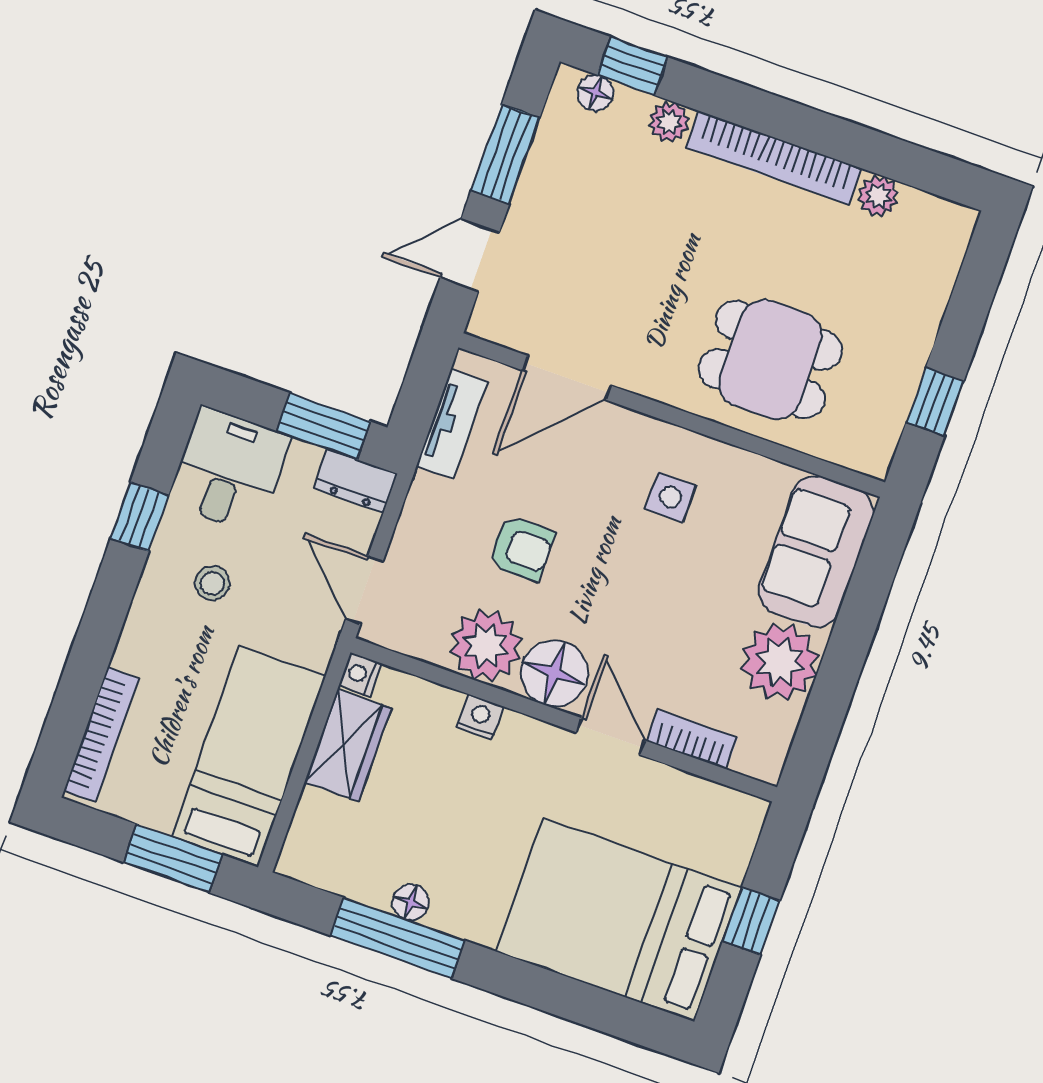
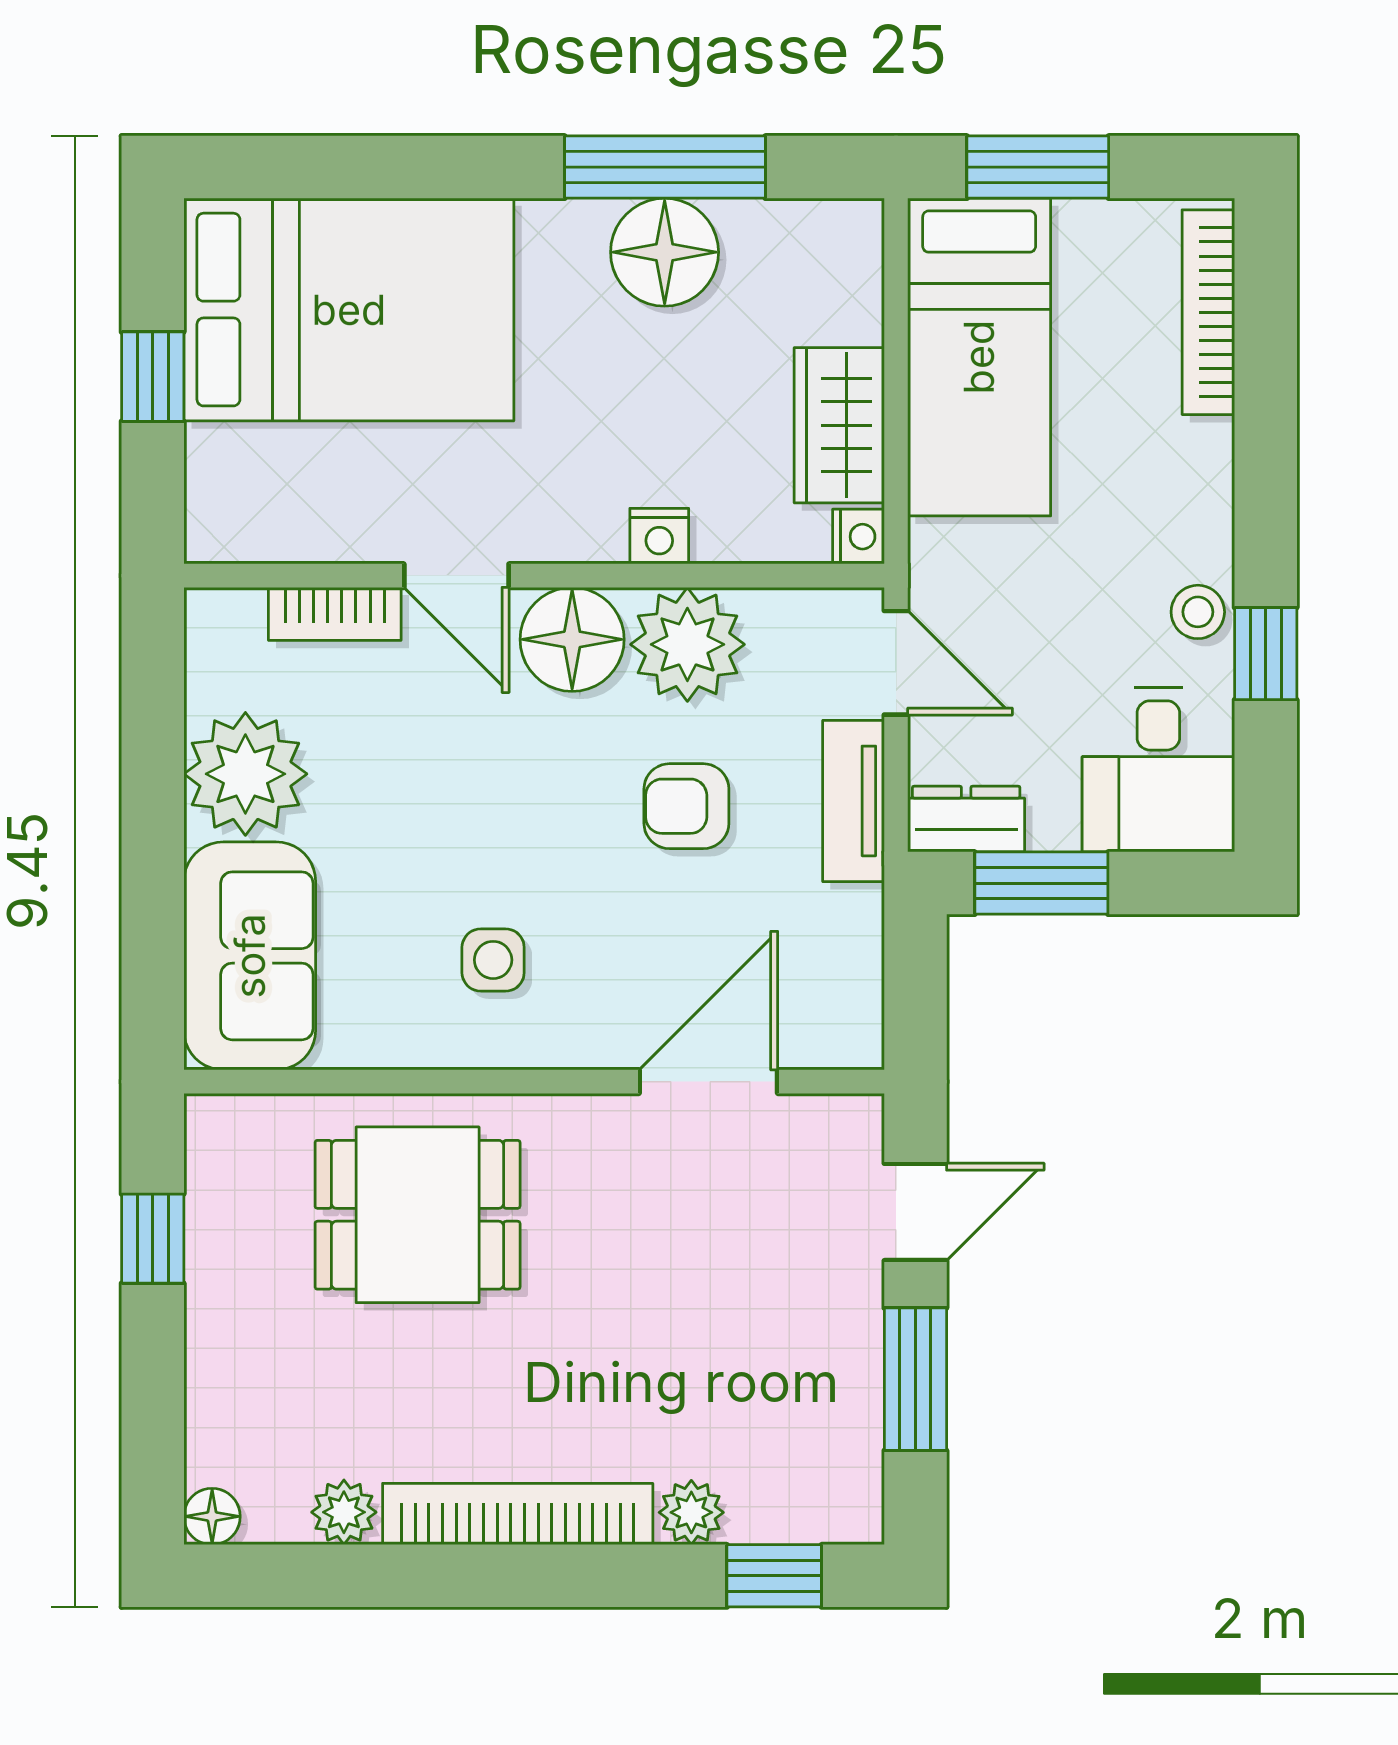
floor lamp: (595, 93) -> (212, 1516), moved
tv unit: (452, 424) -> (853, 801), moved
stool: (212, 583) -> (1198, 612), moved
floor lamp: (411, 902) -> (665, 252), width x1.89, depth x1.89

